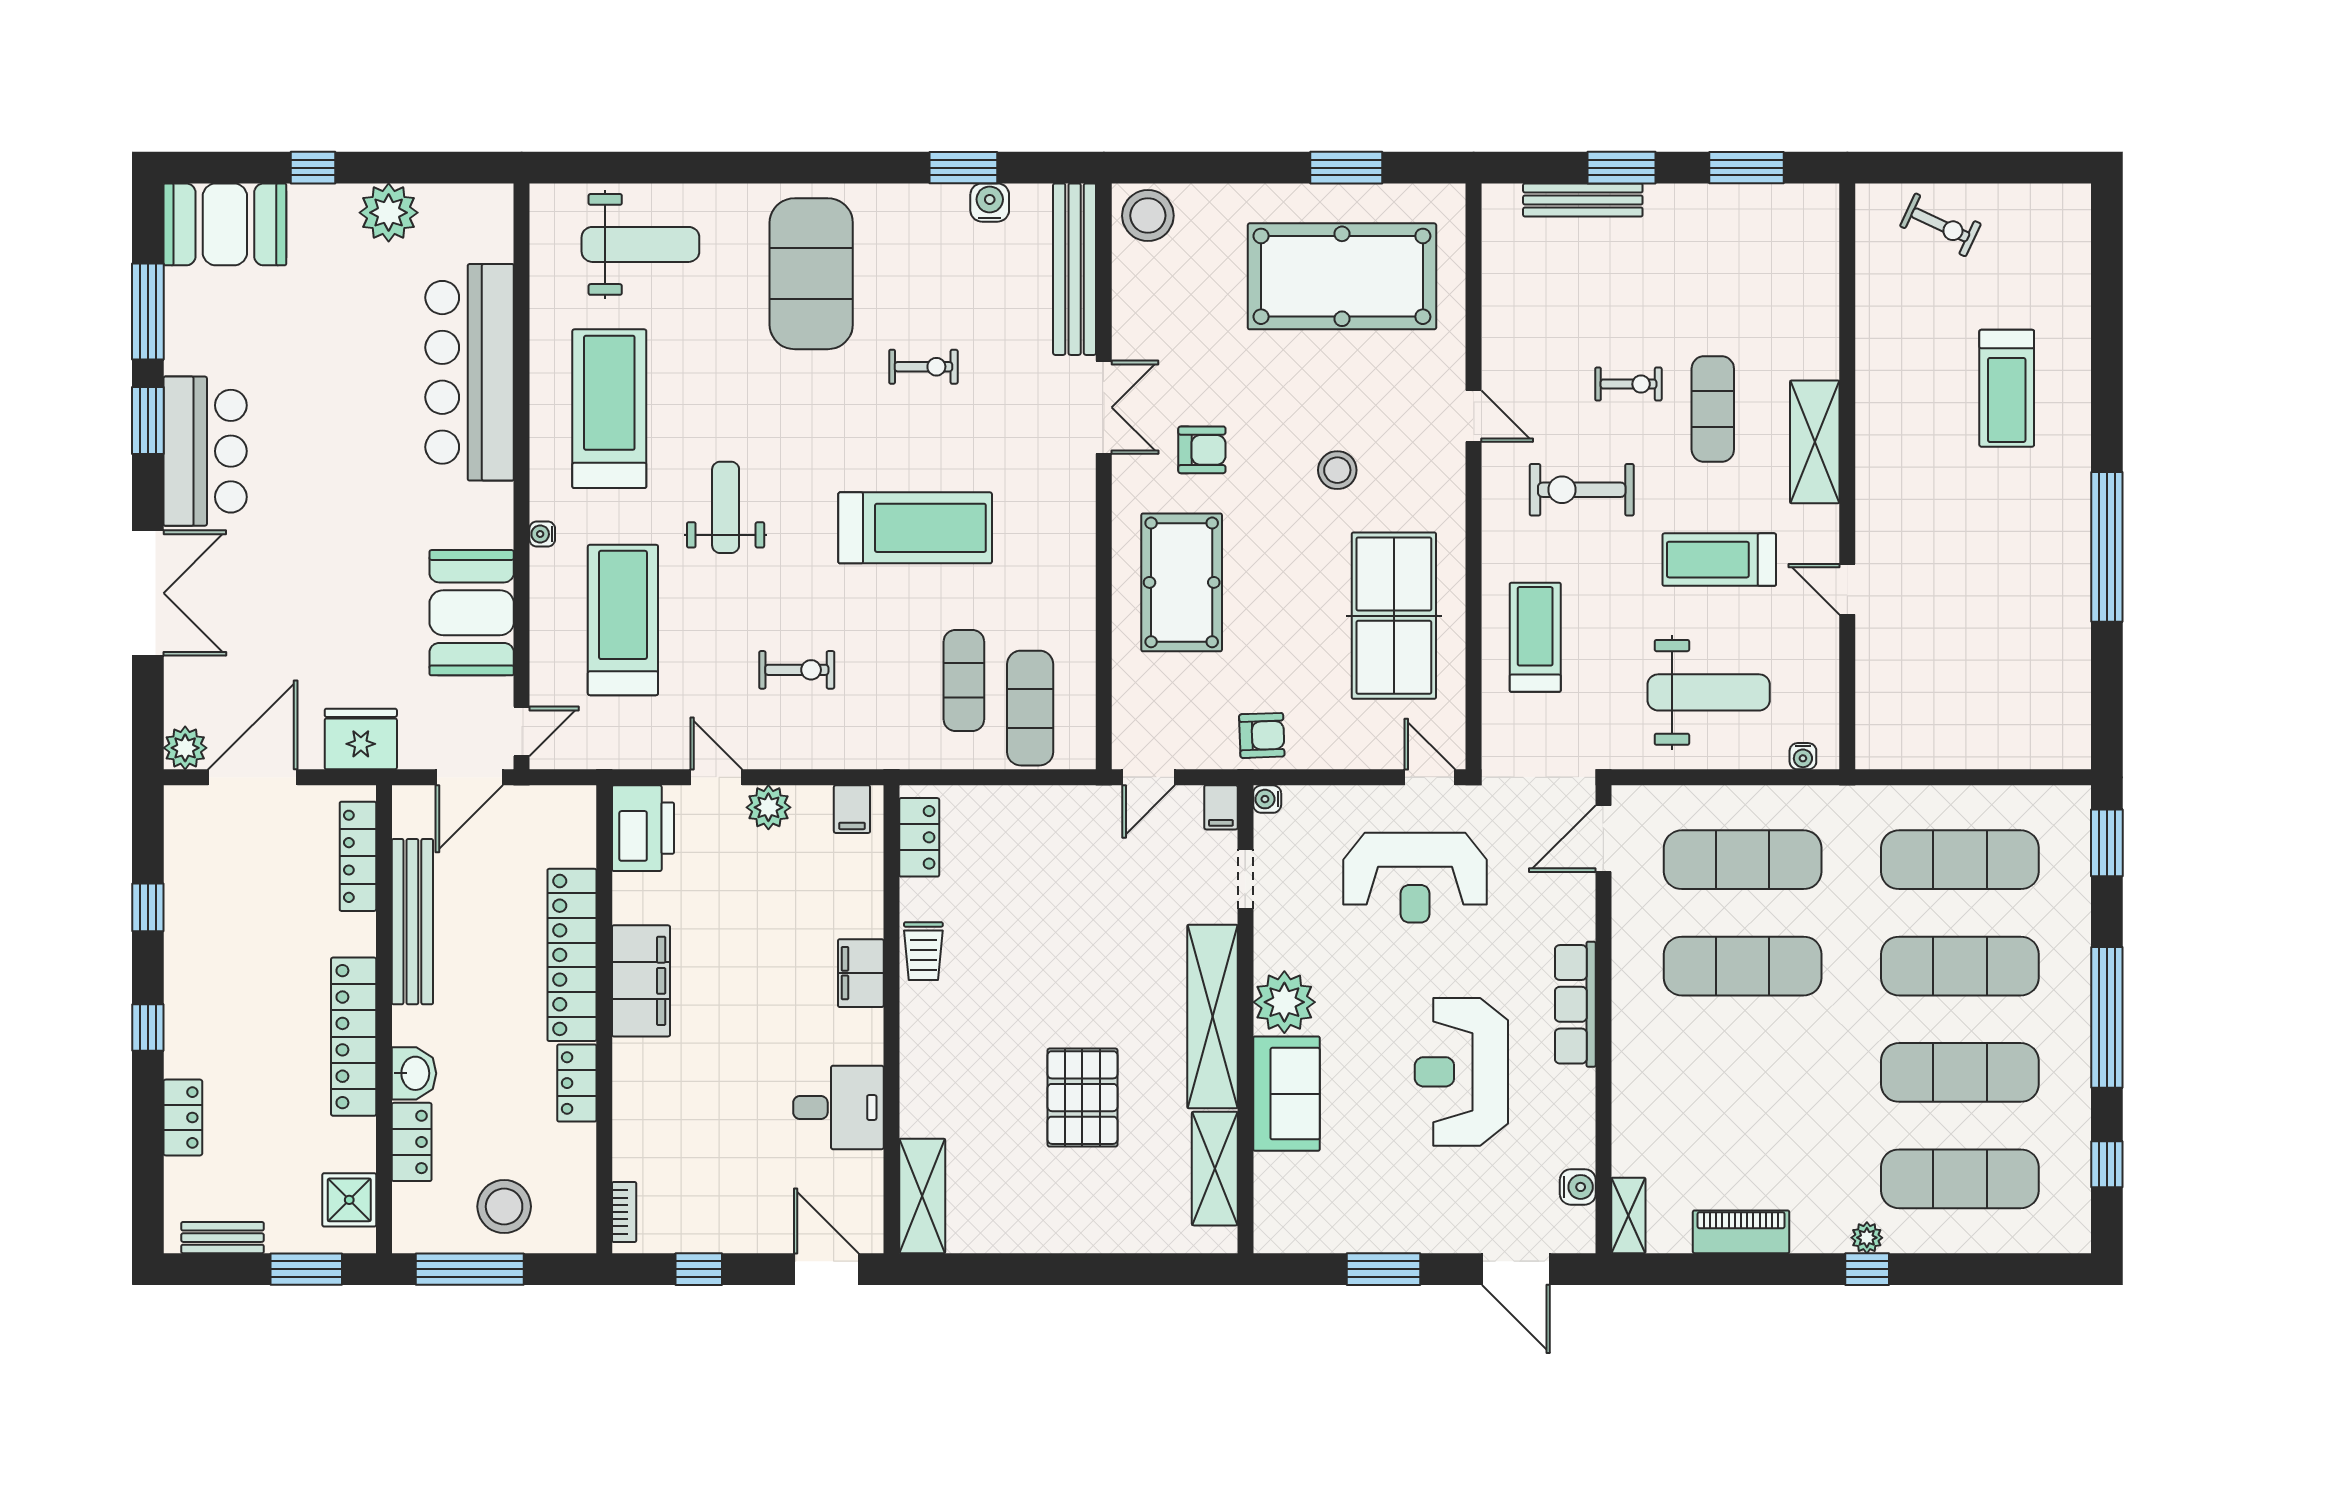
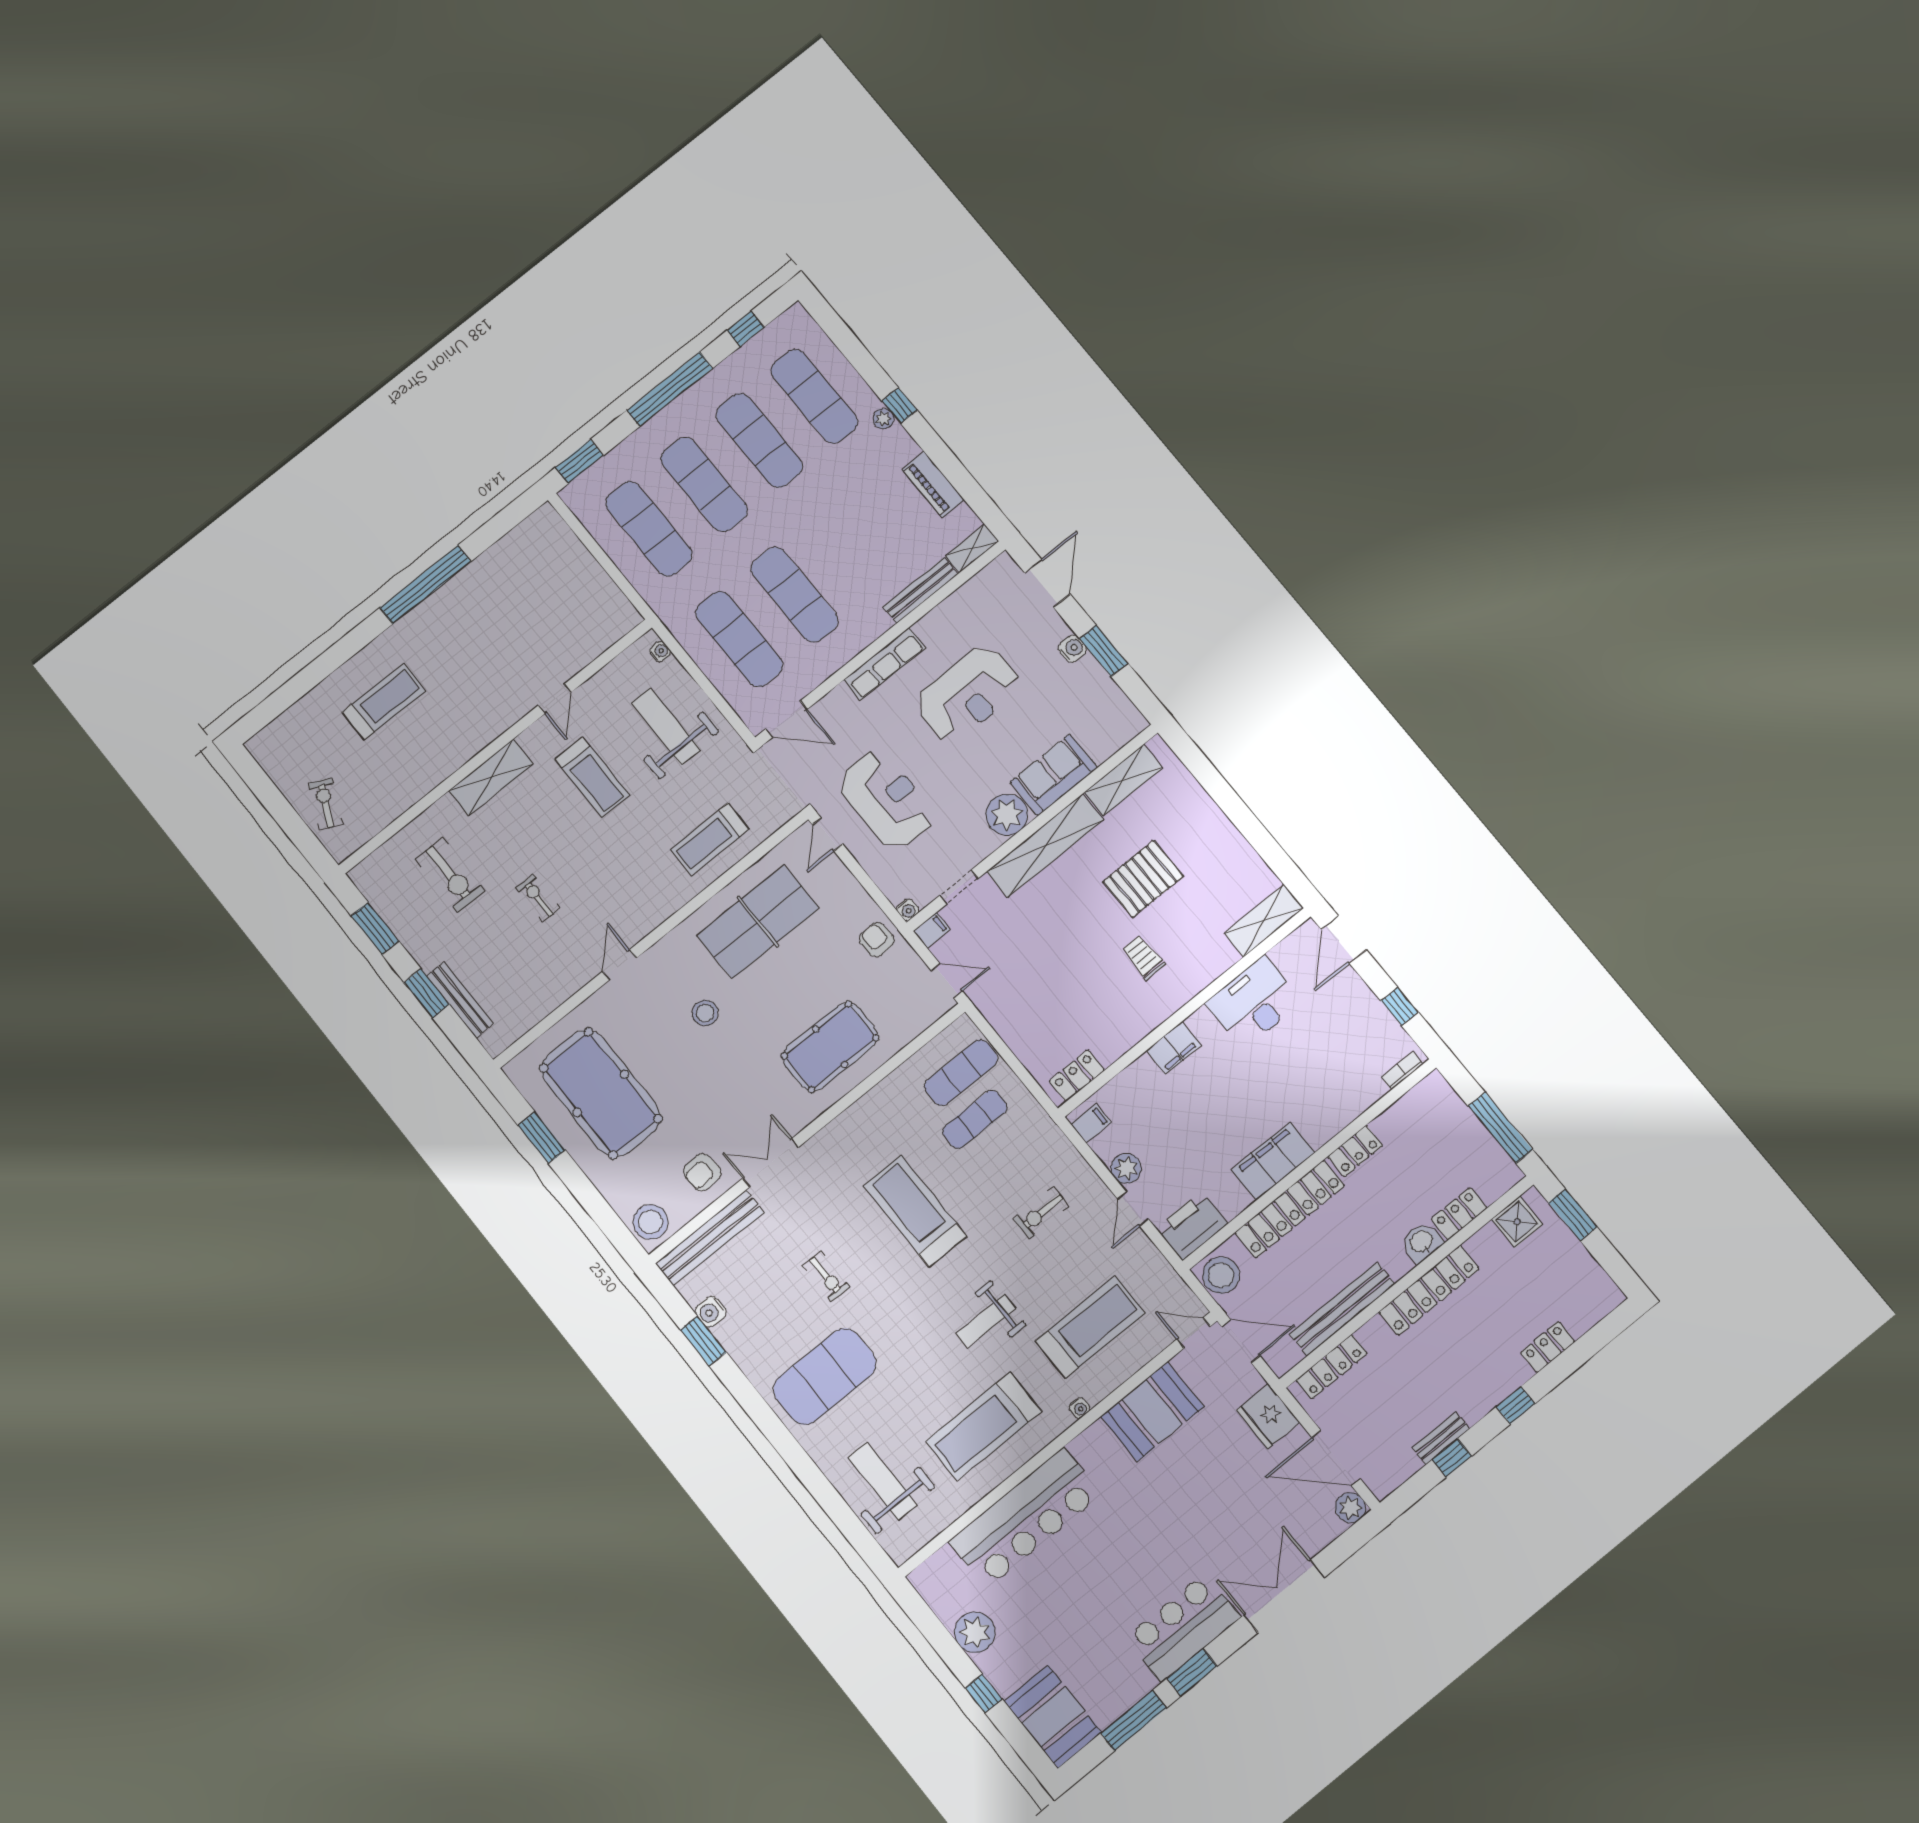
exercise bike: (923, 367) -> (826, 1276), turned 180
exercise mat: (1713, 409) -> (516, 844), removed
armchair: (1202, 450) -> (702, 1172), moved, turned -95
exercise bike: (1582, 490) -> (450, 875), moved
treadmill: (623, 620) -> (1090, 1327), turned 180
exercise bike: (797, 670) -> (1041, 1213), turned -90
trolley: (923, 951) -> (1144, 957), moved, turned -90
desk: (838, 1107) -> (1254, 1002), width x1.37
bench: (1628, 1115) -> (920, 591), added
water cooler: (1578, 1187) -> (1073, 649), moved, turned 90
stool: (504, 1207) -> (1221, 1275), moved
bench: (222, 1238) -> (1441, 1438), moved, turned 90

